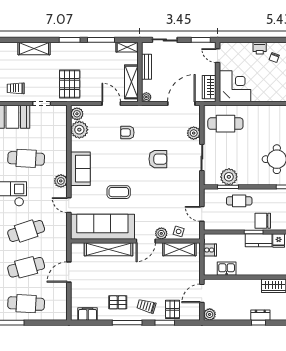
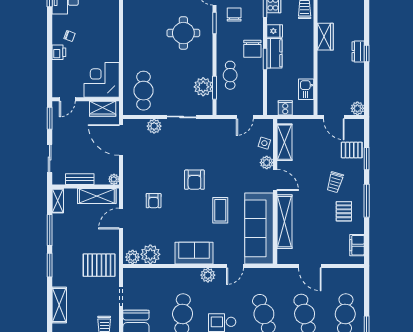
armchair: (158, 159) -> (194, 180), moved, turned 180
trolley: (146, 306) -> (335, 182), moved

